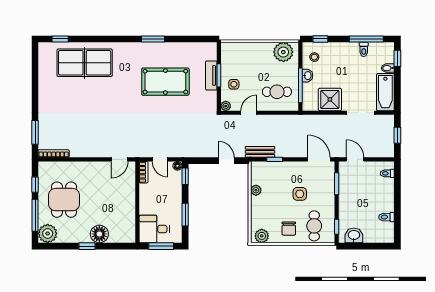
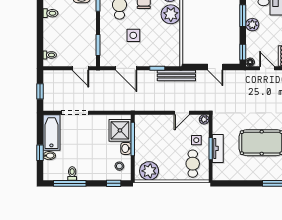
window: (397, 58) -> (40, 153), moved
cafe table: (277, 92) -> (193, 164), moved, turned 90
shower: (330, 99) -> (120, 130), moved
bench: (260, 152) -> (176, 75), width x1.36
door: (319, 159) -> (126, 68), moved
door: (226, 161) -> (215, 67), moved
plant: (256, 190) -> (171, 14), moved, width x1.87, depth x1.87
plant: (175, 205) -> (252, 25), added

